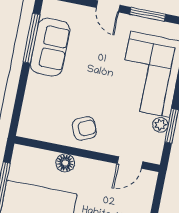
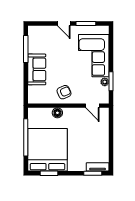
sofa: (50, 47) -> (37, 69), moved
door: (130, 163) -> (92, 106), hinge flipped

